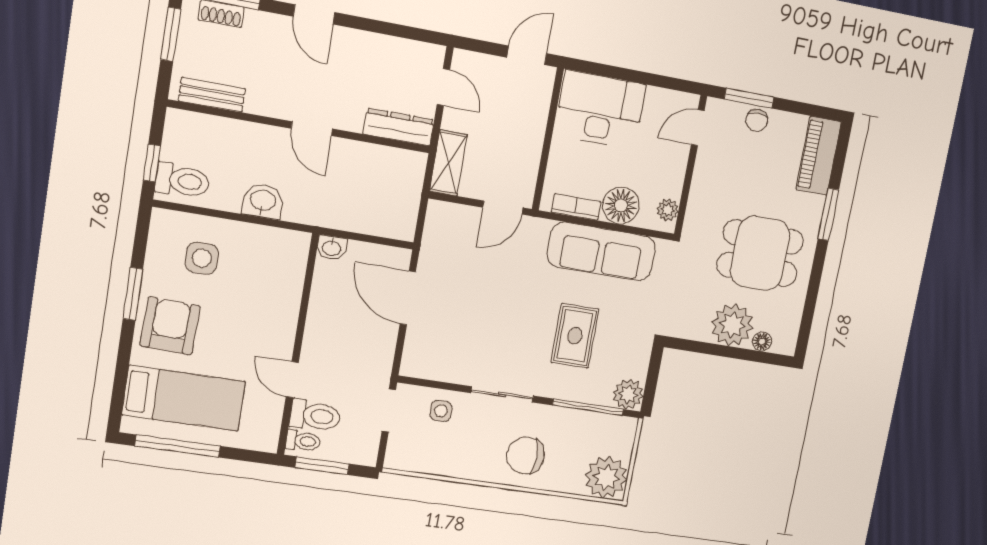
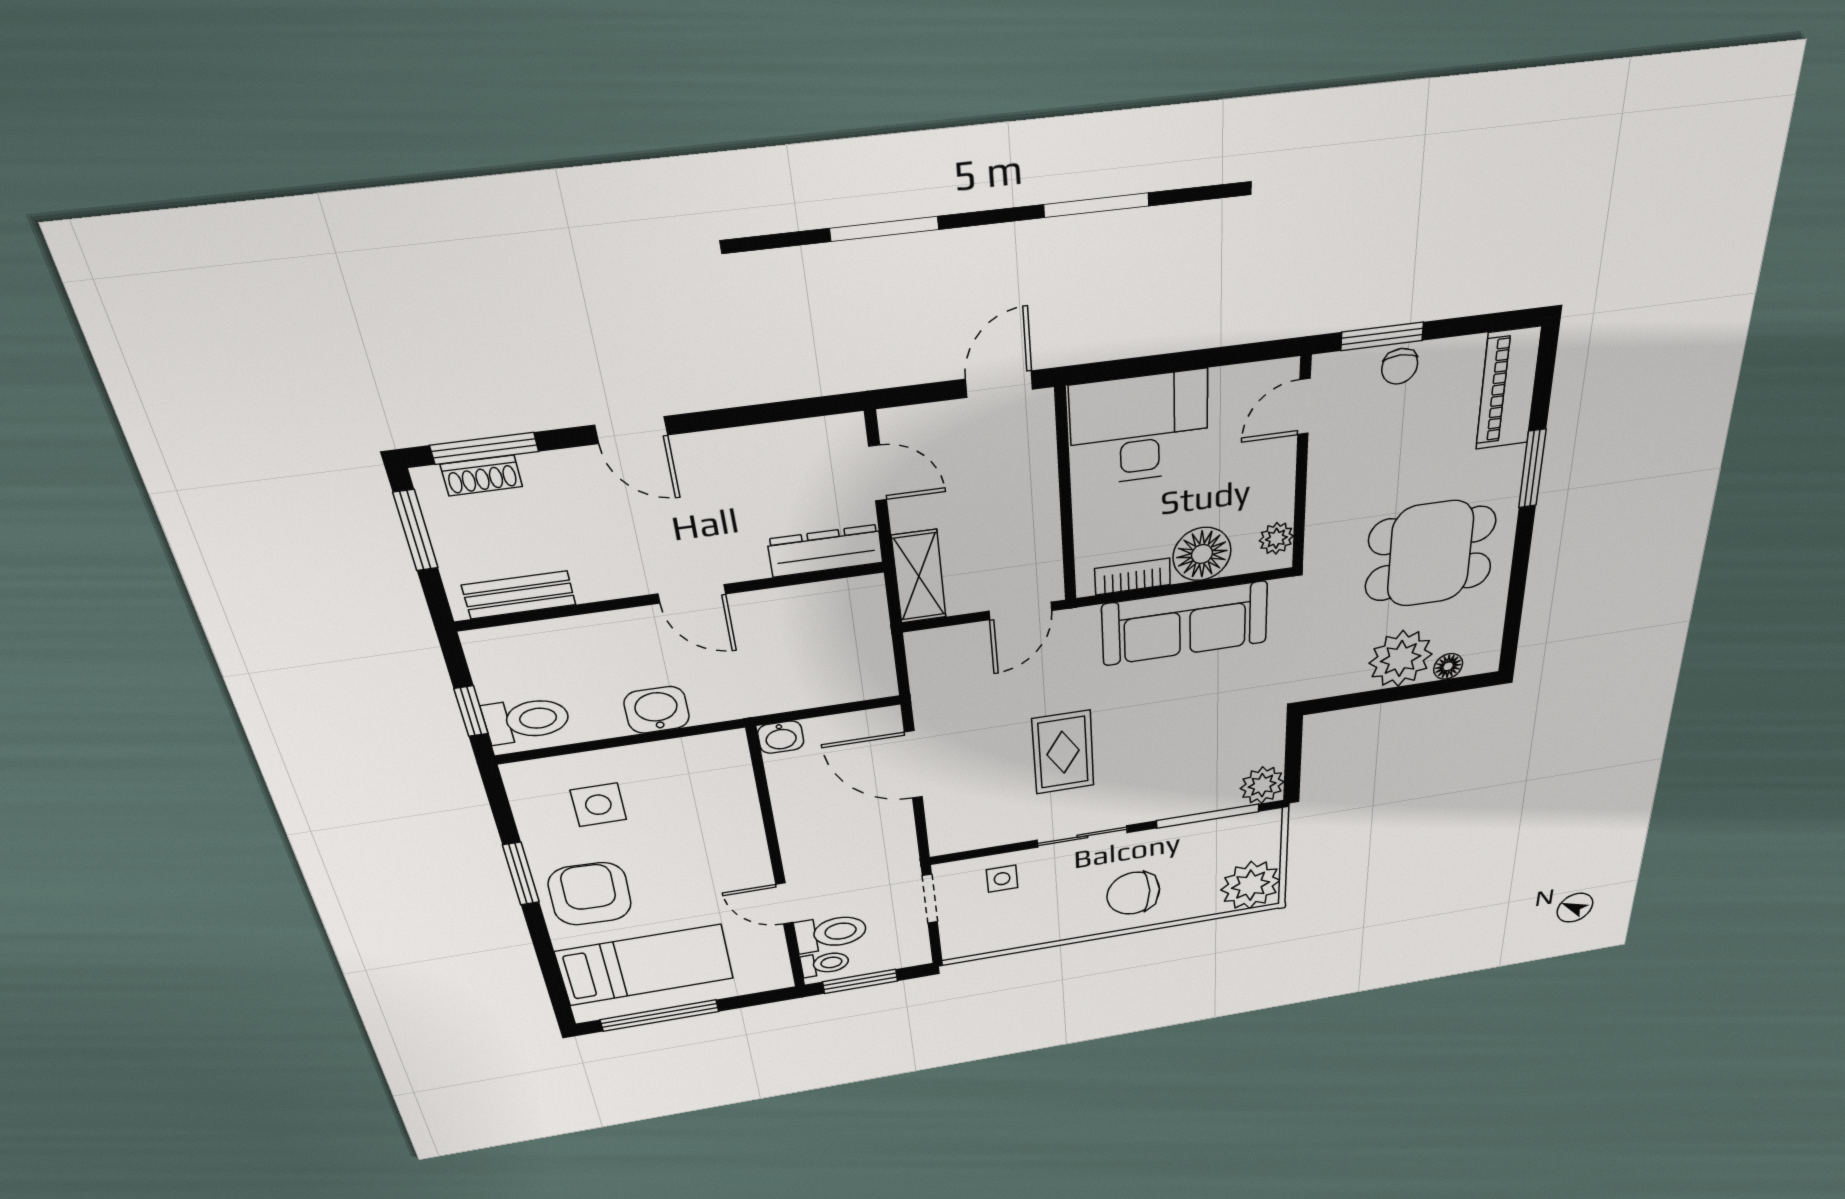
rug: (575, 336) -> (1063, 752), moved

